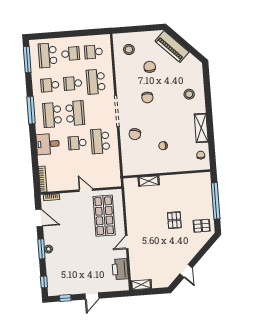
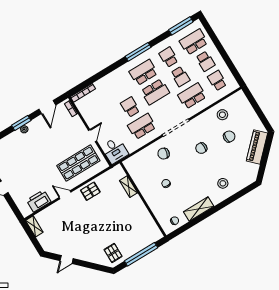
stool: (129, 49) -> (222, 115), moved
school desk: (73, 83) -> (180, 77), turned 180
desk: (48, 144) -> (115, 150), moved, turned 180
pallet: (174, 220) -> (90, 191), moved

